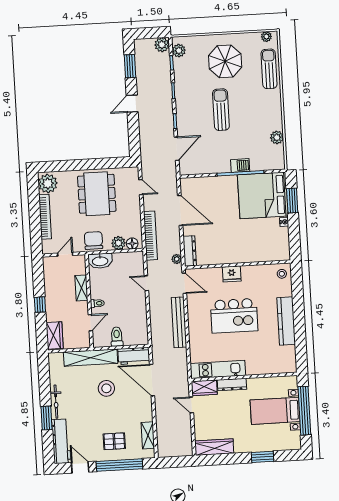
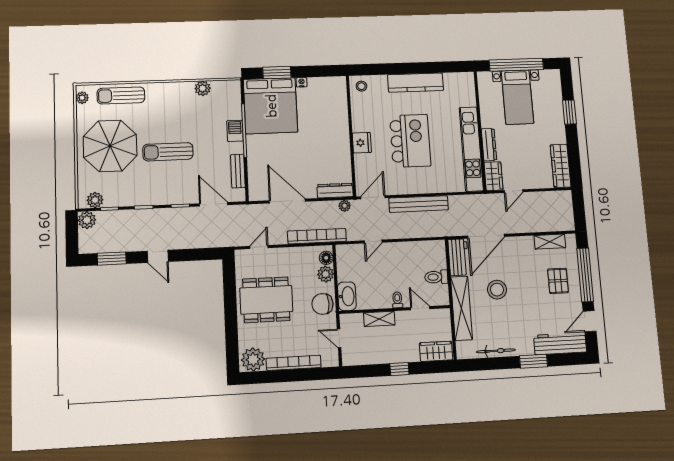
parasol: (225, 61) -> (110, 146), width x1.36, depth x1.36
bench: (205, 169) -> (238, 171), added
door: (180, 210) -> (287, 201), hinge flipped
kitchen unit: (218, 369) -> (471, 149), width x1.36
bicycle: (56, 402) -> (496, 351), moved

